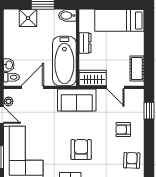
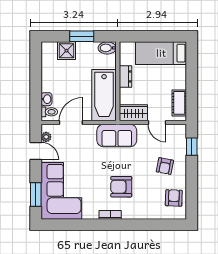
armchair: (123, 130) -> (165, 166), turned -79
armchair: (81, 149) -> (121, 187), turned -90

